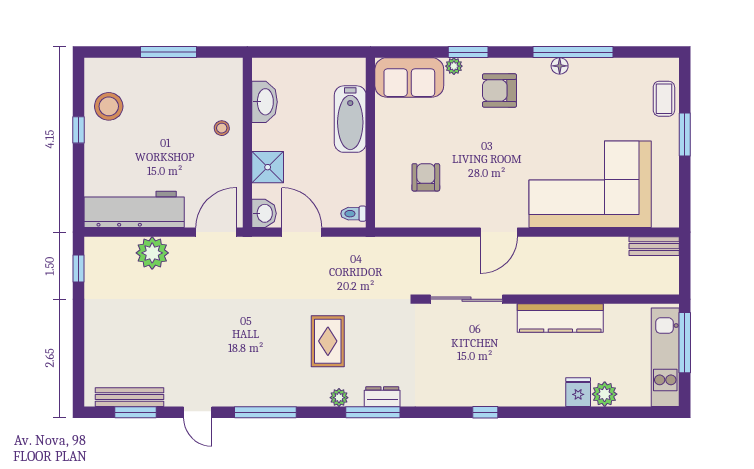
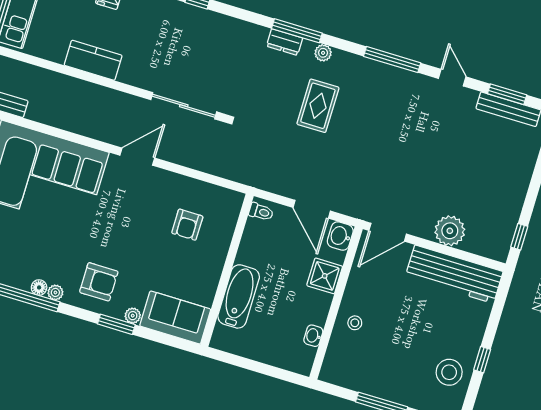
plant: (541, 66) -> (55, 292), added
washbasin: (265, 102) -> (313, 336), width x0.52, depth x0.69
kitchen counter: (560, 318) -> (93, 60), width x0.67

